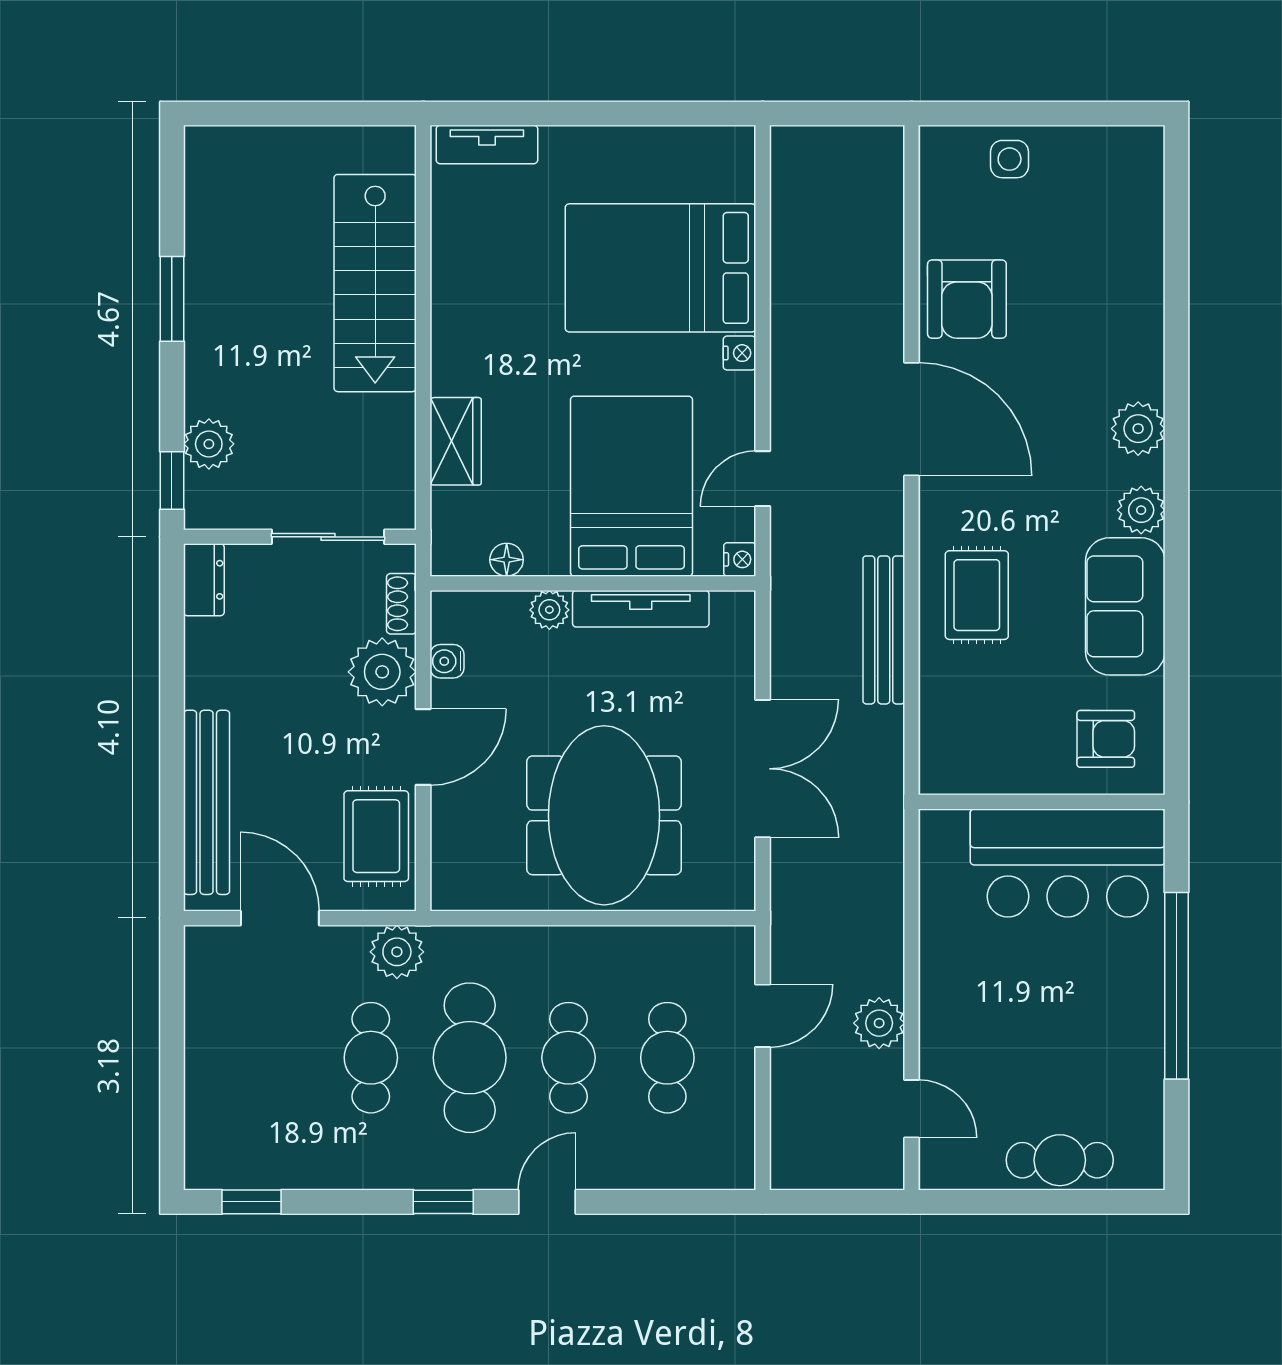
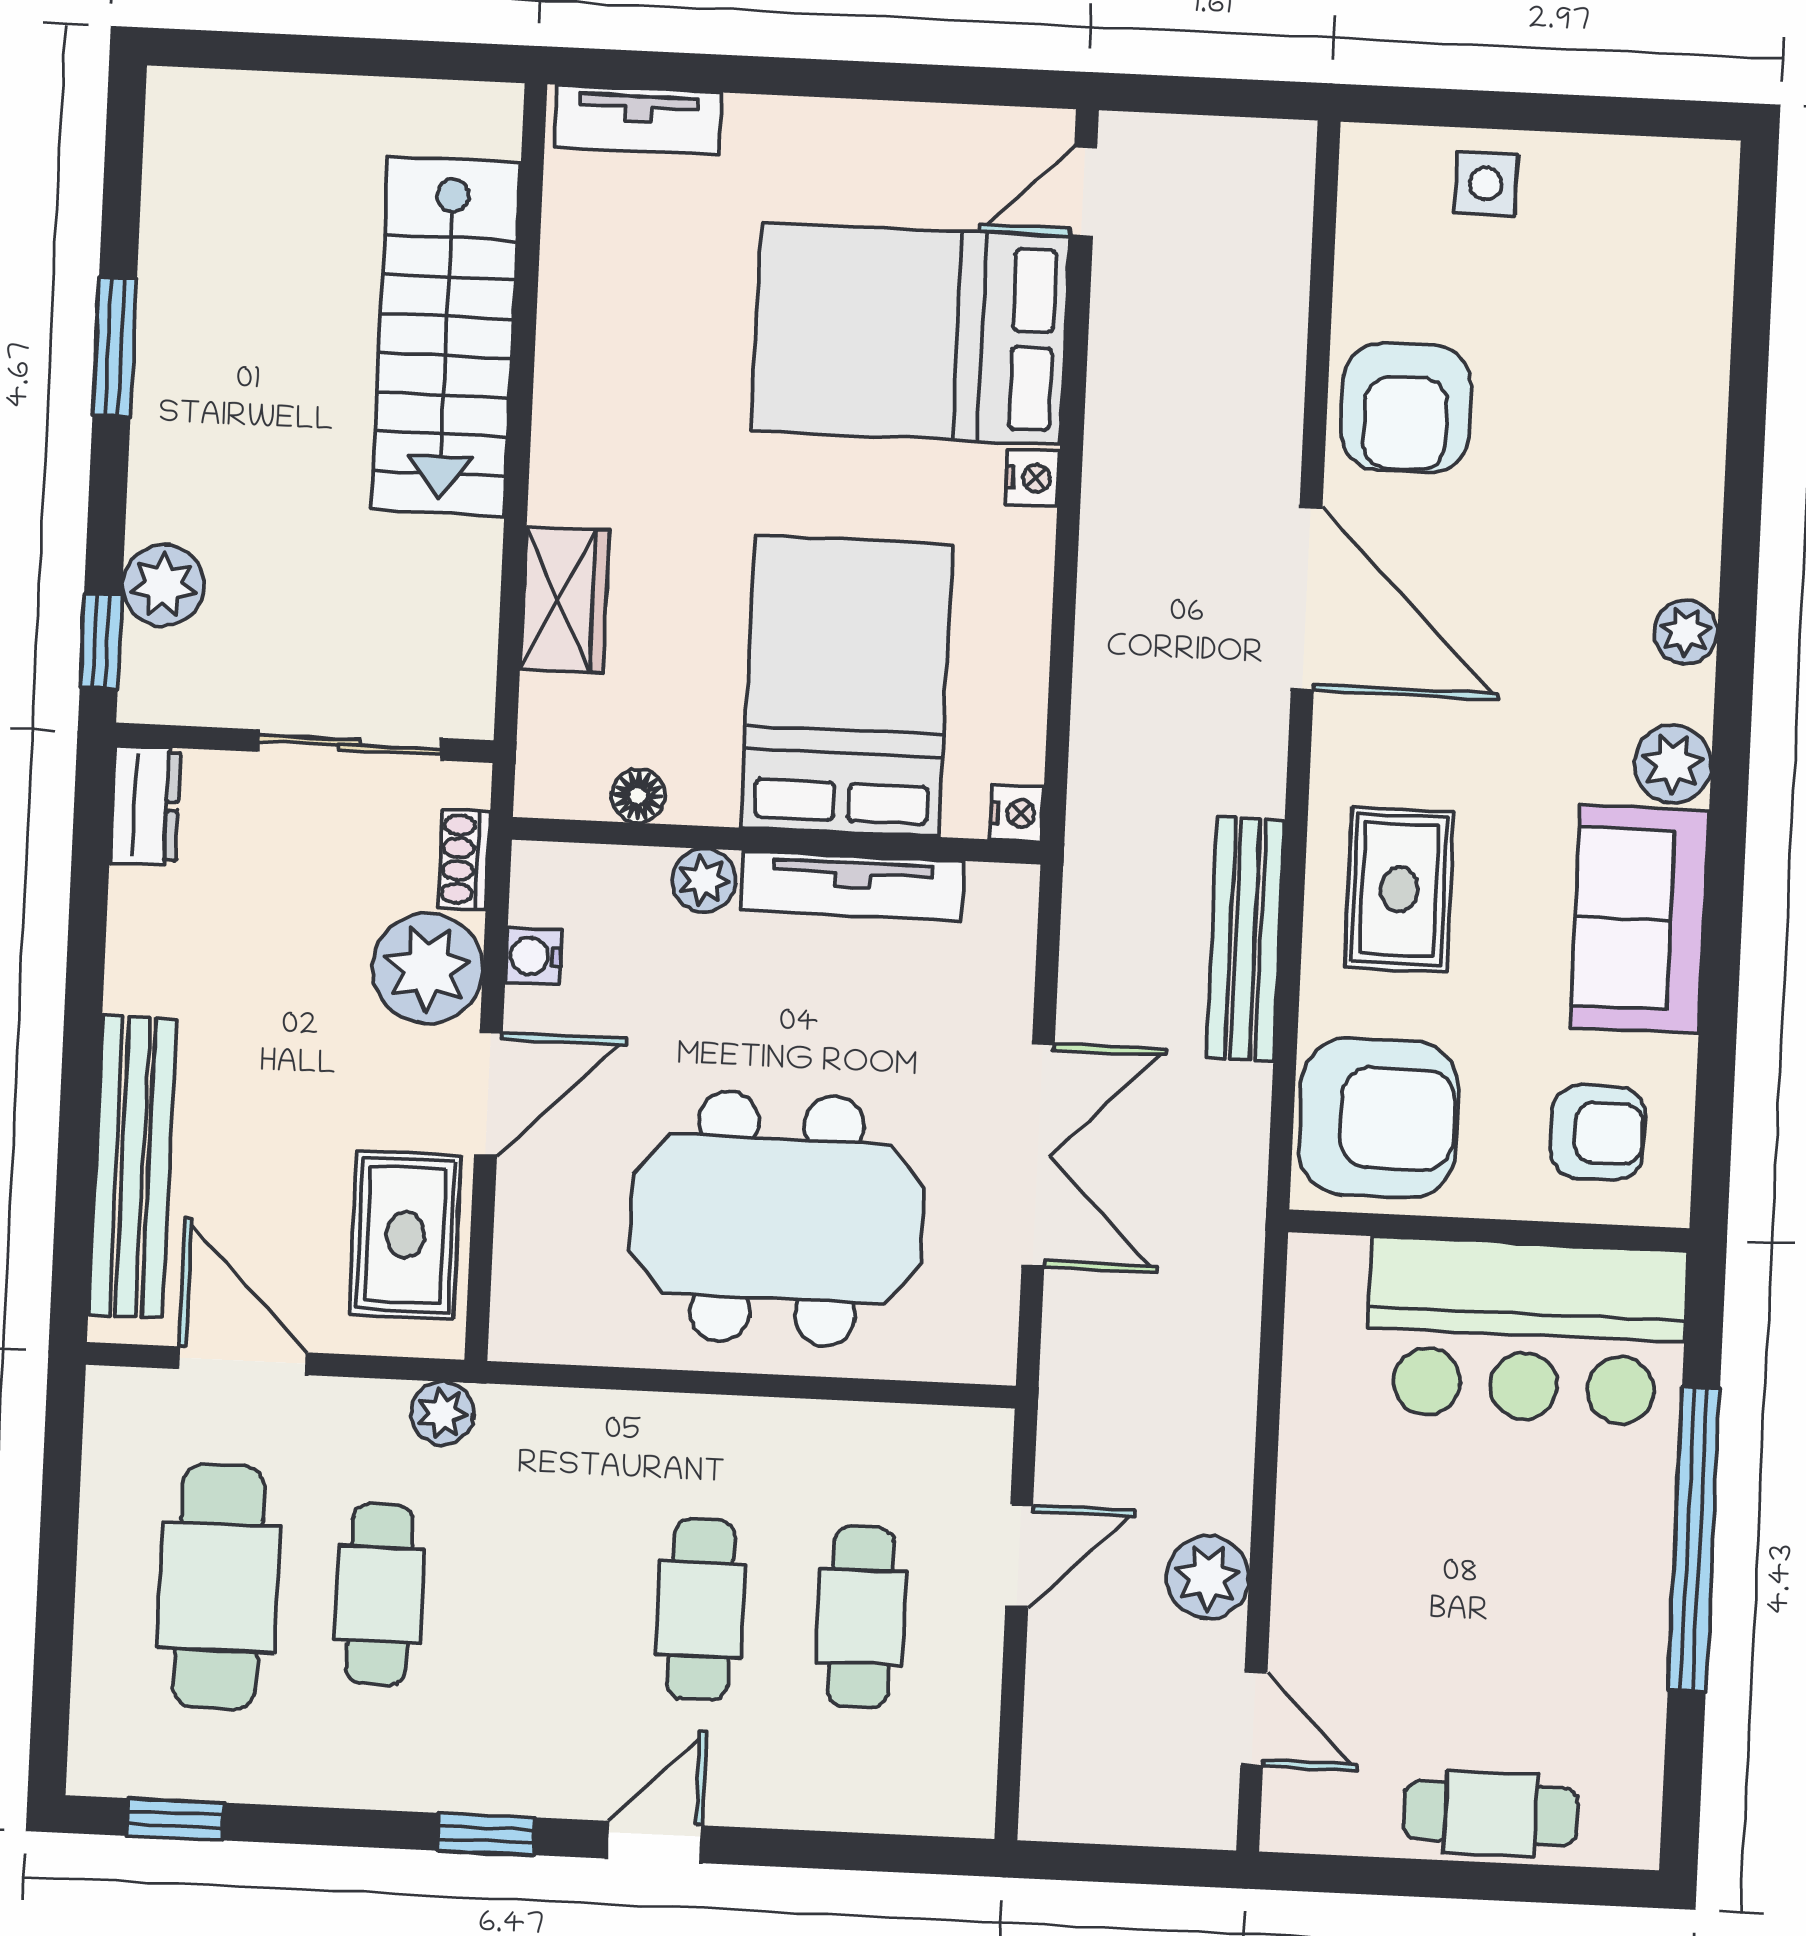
plant: (1138, 429) -> (1686, 632), width x0.73, depth x0.73
door: (763, 479) -> (1084, 191), moved
armchair: (971, 736) -> (1378, 1118), added
meeting table: (604, 815) -> (777, 1219), turned 90
plant: (397, 952) -> (442, 1413), width x0.73, depth x0.73
cafe table: (470, 1058) -> (219, 1587), moved

